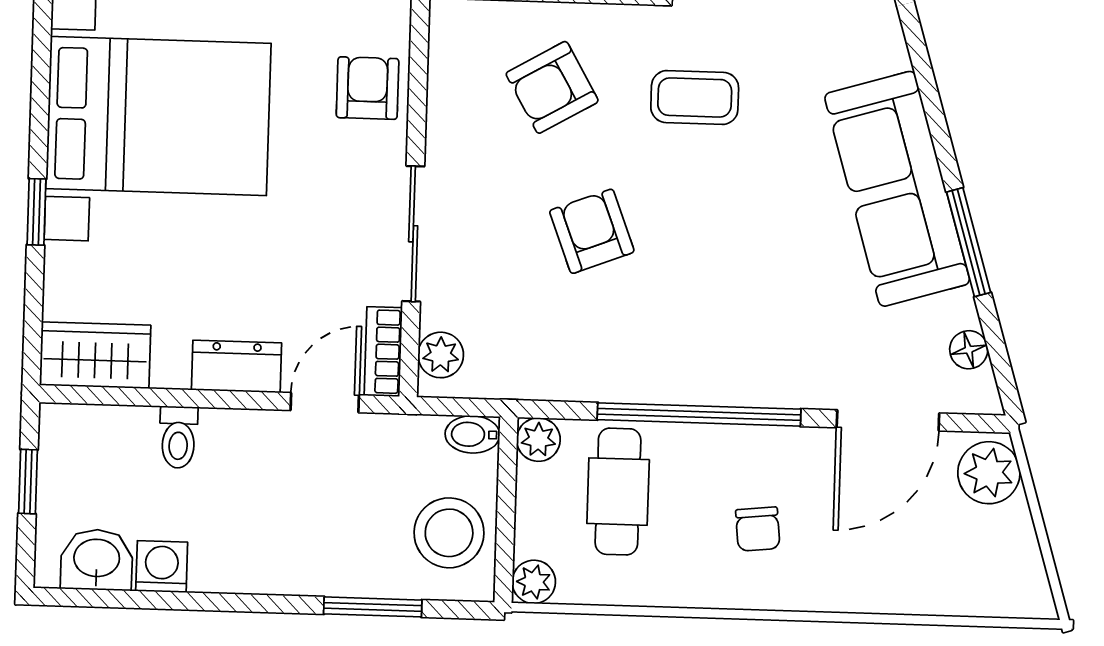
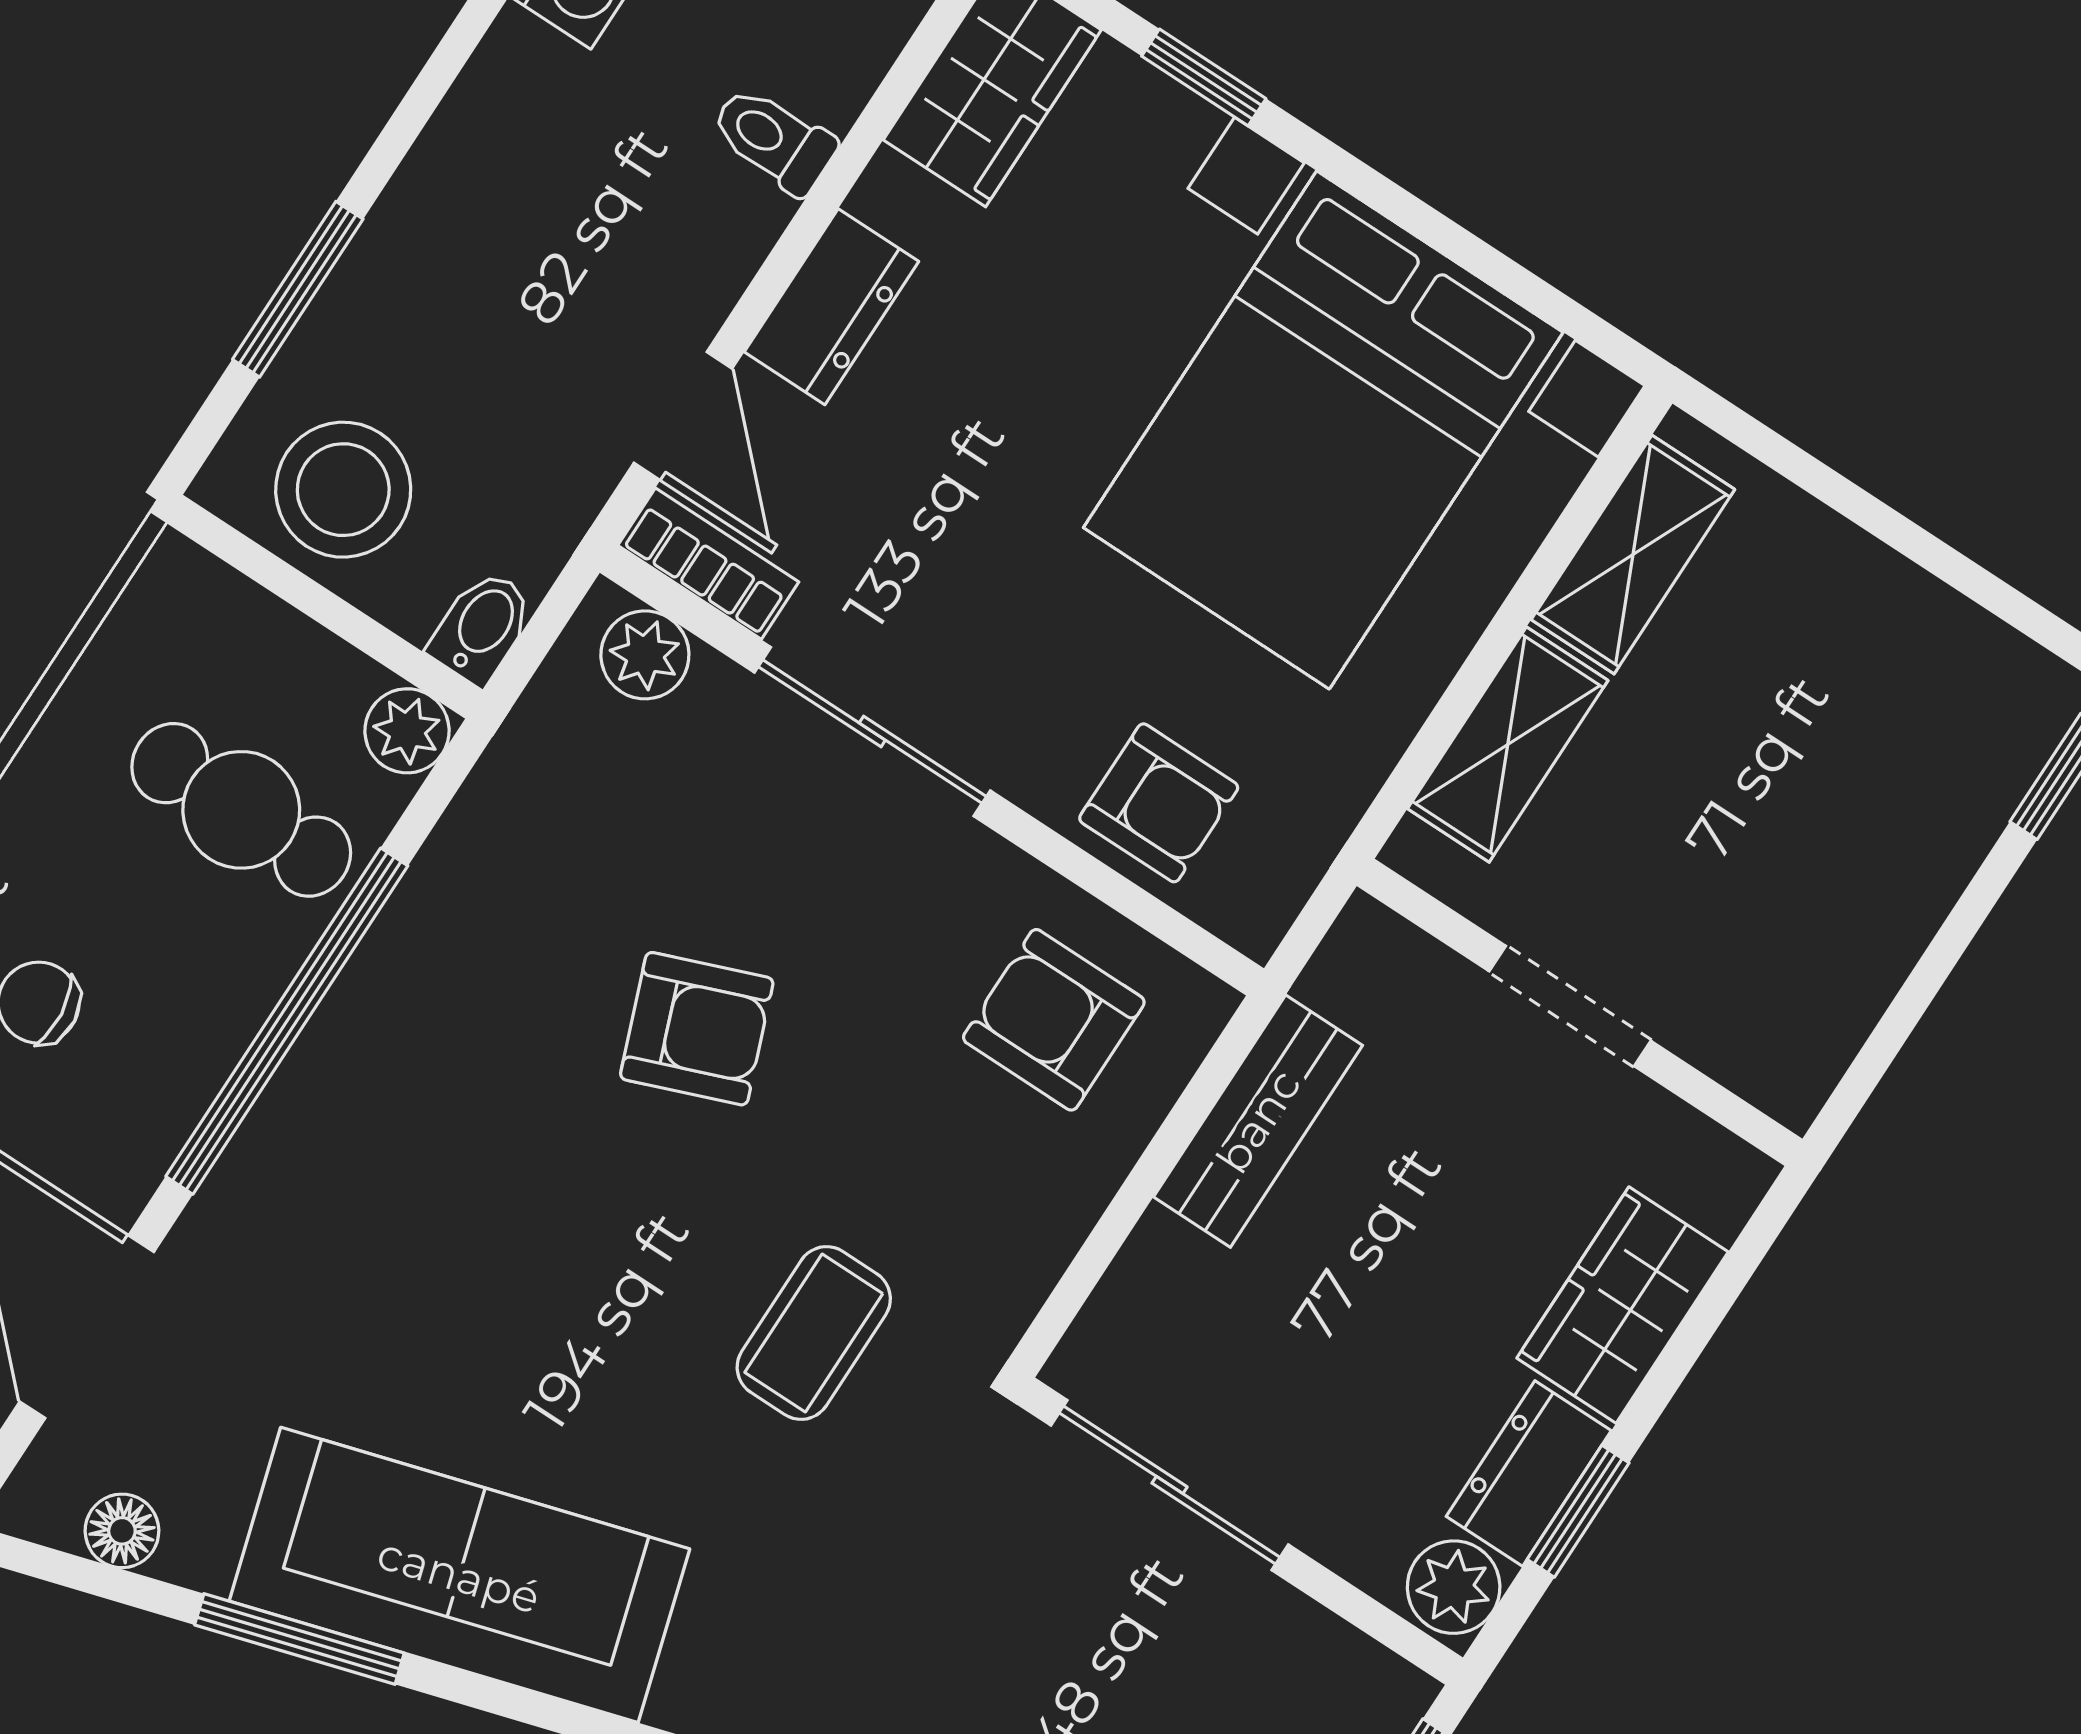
armchair: (552, 87) -> (1054, 1020), moved, turned -60
window: (36, 212) -> (1204, 77), moved
plant: (534, 582) -> (177, 580), removed

